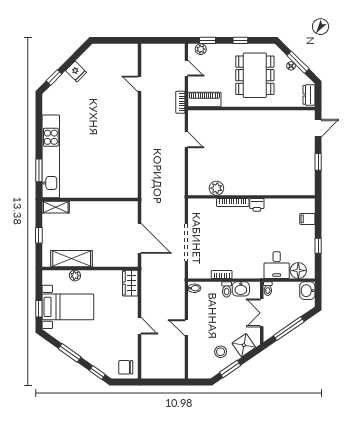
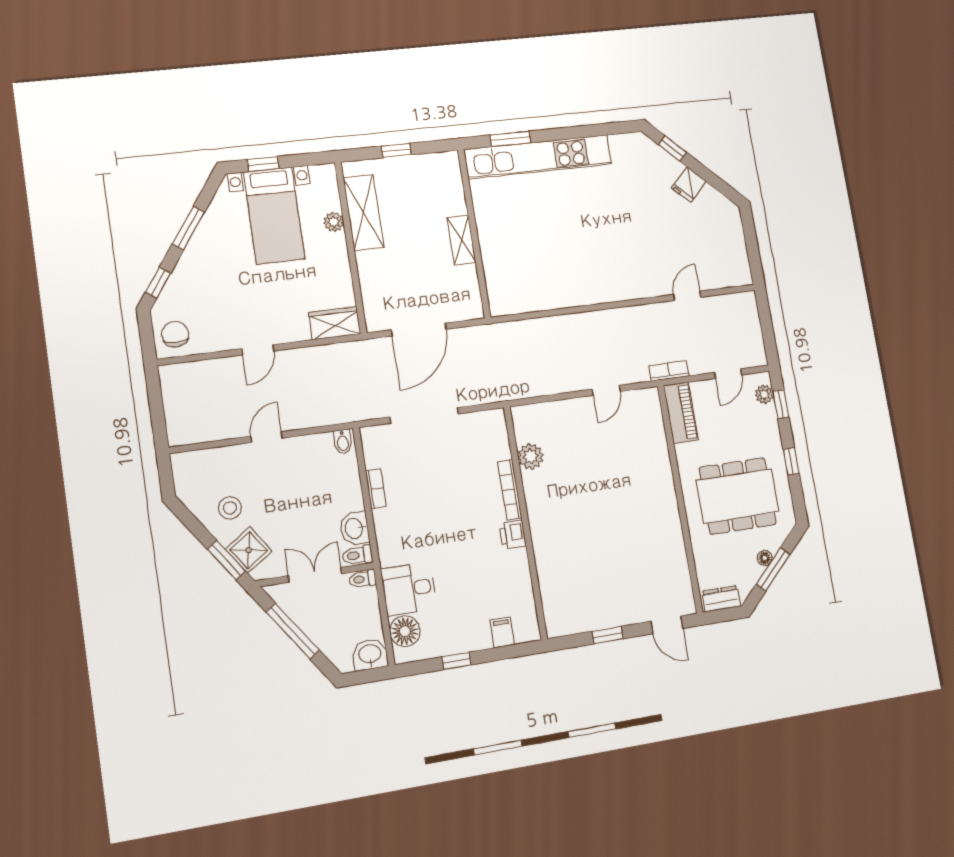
shelving: (56, 207) -> (462, 240), moved
toilet: (227, 289) -> (357, 555), moved
window: (230, 369) -> (226, 560), moved

